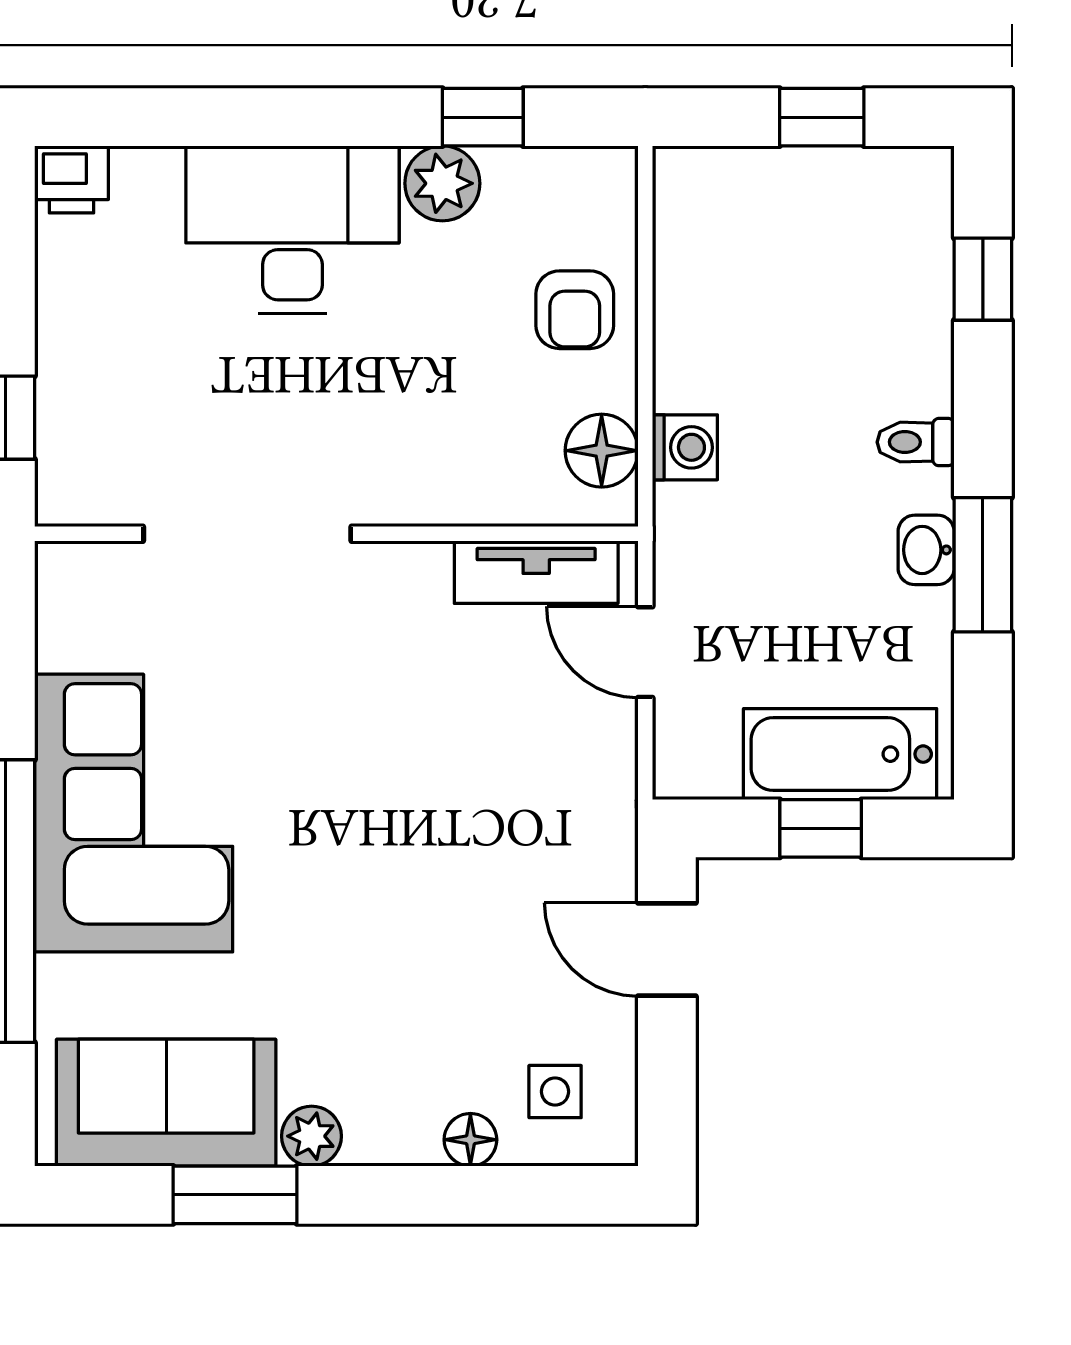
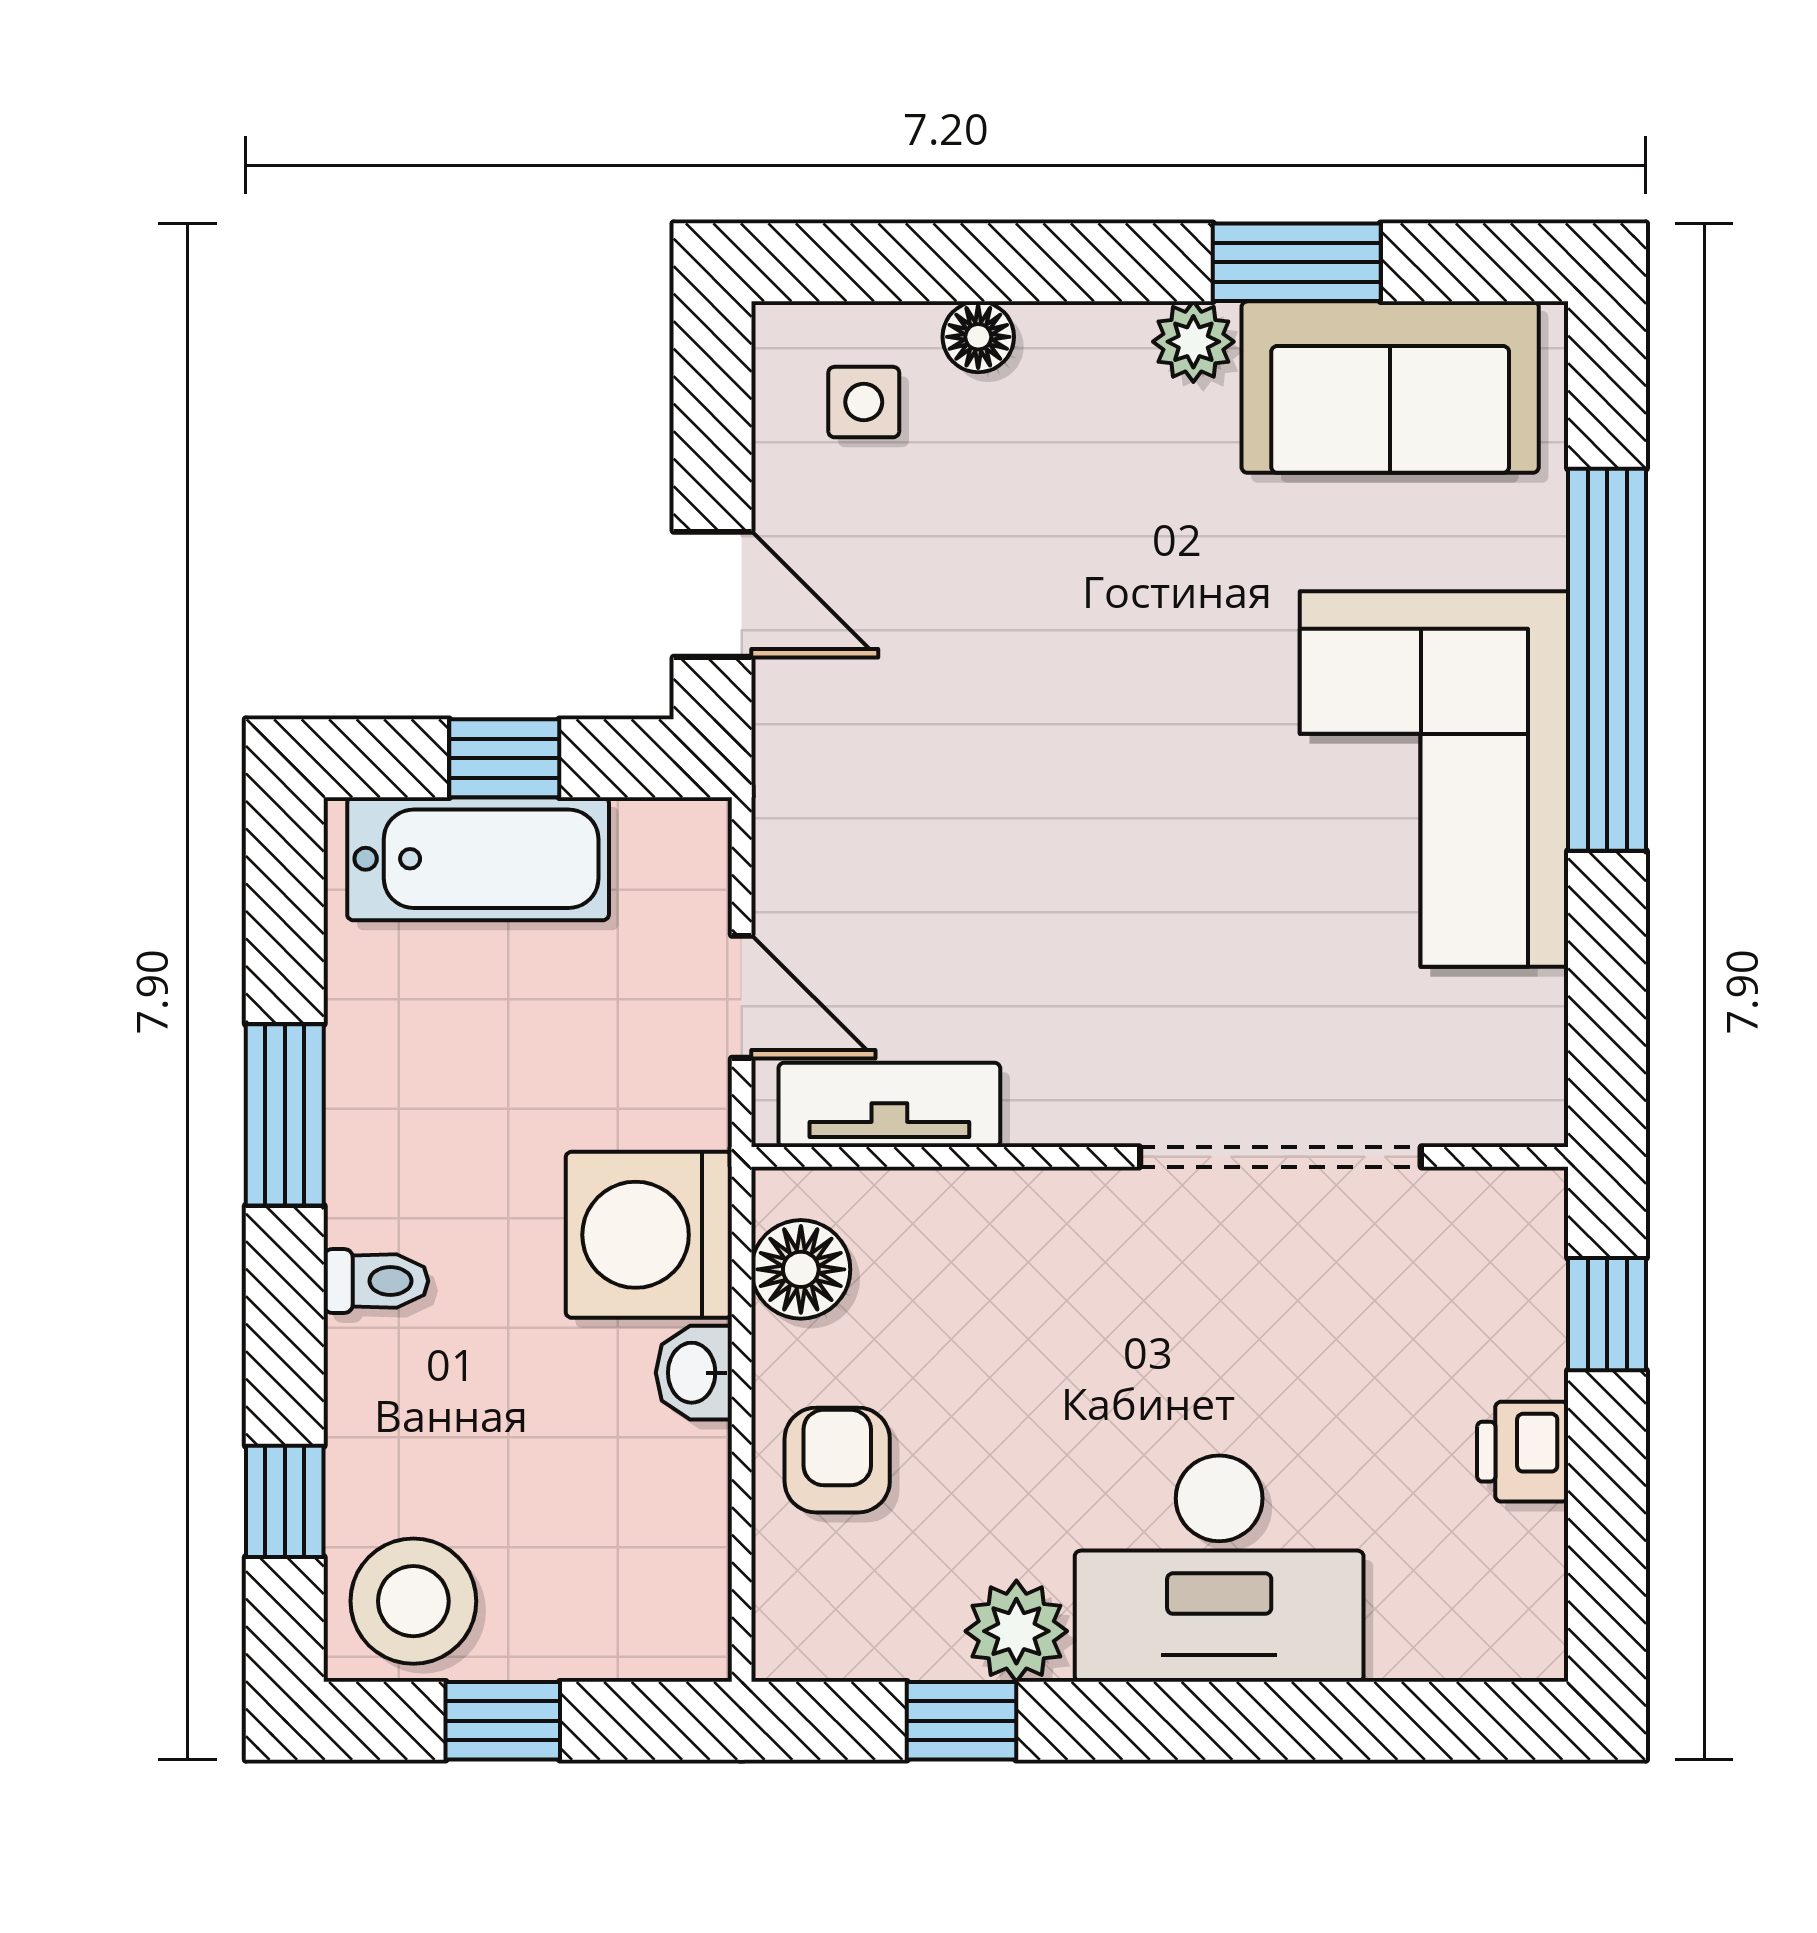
printer: (72, 179) -> (1523, 1452), moved, turned -90
stool: (888, 205) -> (413, 1601), added
washing machine: (685, 447) -> (649, 1235), width x1.89, depth x1.89
washbasin: (926, 550) -> (694, 1373), moved, turned 180

